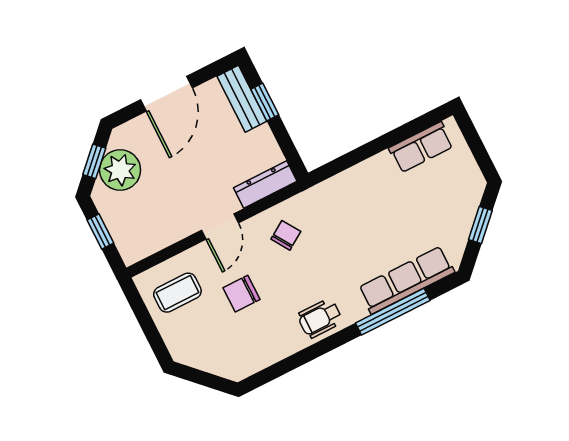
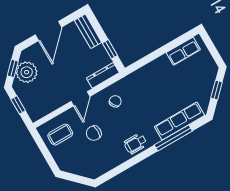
window: (265, 102) -> (110, 49), moved

